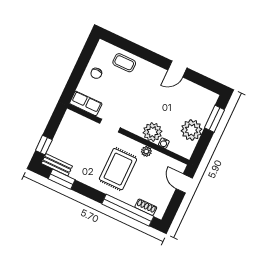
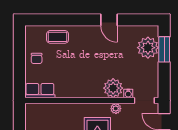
door: (177, 69) -> (109, 20), hinge flipped
doorway: (110, 126) -> (144, 101), moved
plant: (191, 130) -> (148, 48), moved

